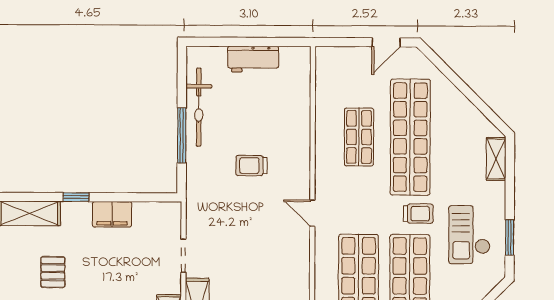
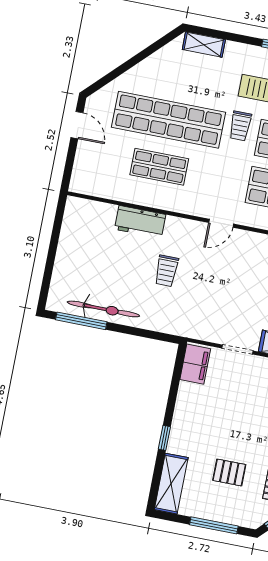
workbench: (253, 59) -> (140, 222), moved, turned 90
window: (182, 135) -> (81, 321), moved
filing cabinet: (112, 214) -> (195, 364), moved
trolley: (418, 214) -> (240, 126), turned 180

